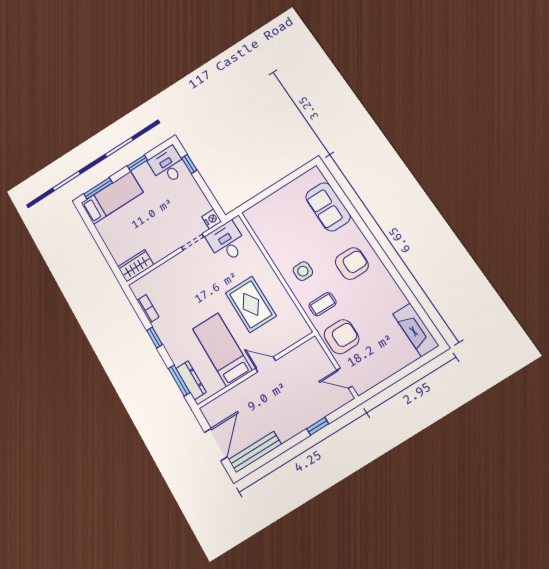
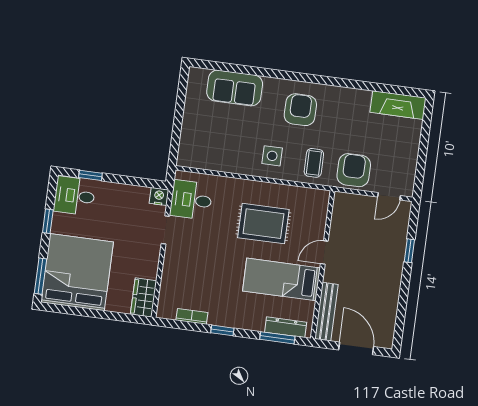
bed: (112, 198) -> (77, 272), width x2.04
bench: (255, 452) -> (326, 312), moved

